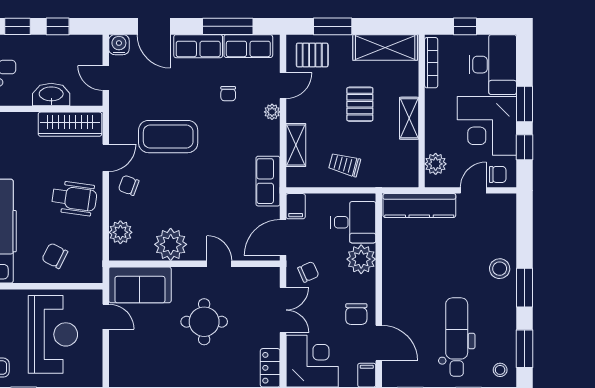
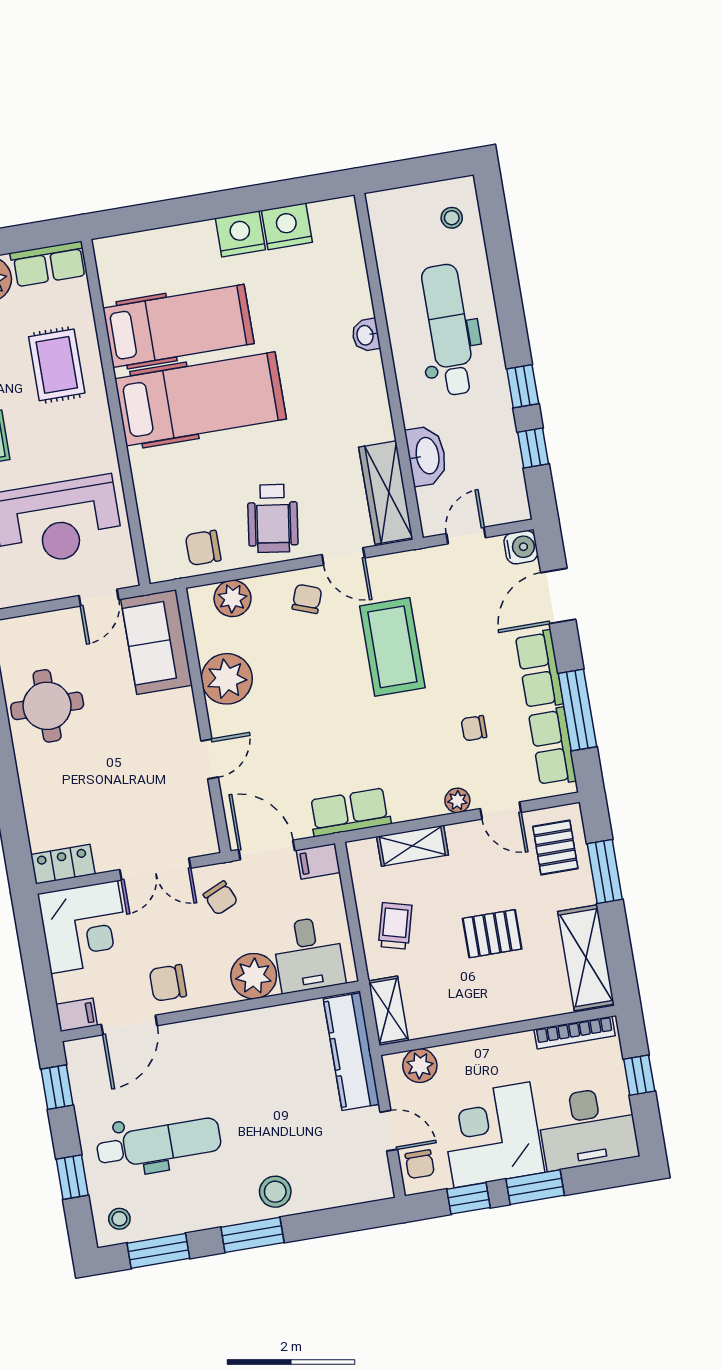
shelving: (409, 118) -> (388, 1011), moved, turned 90
chair: (55, 256) -> (203, 548), moved, turned -117
round table: (204, 322) -> (47, 706), moved

